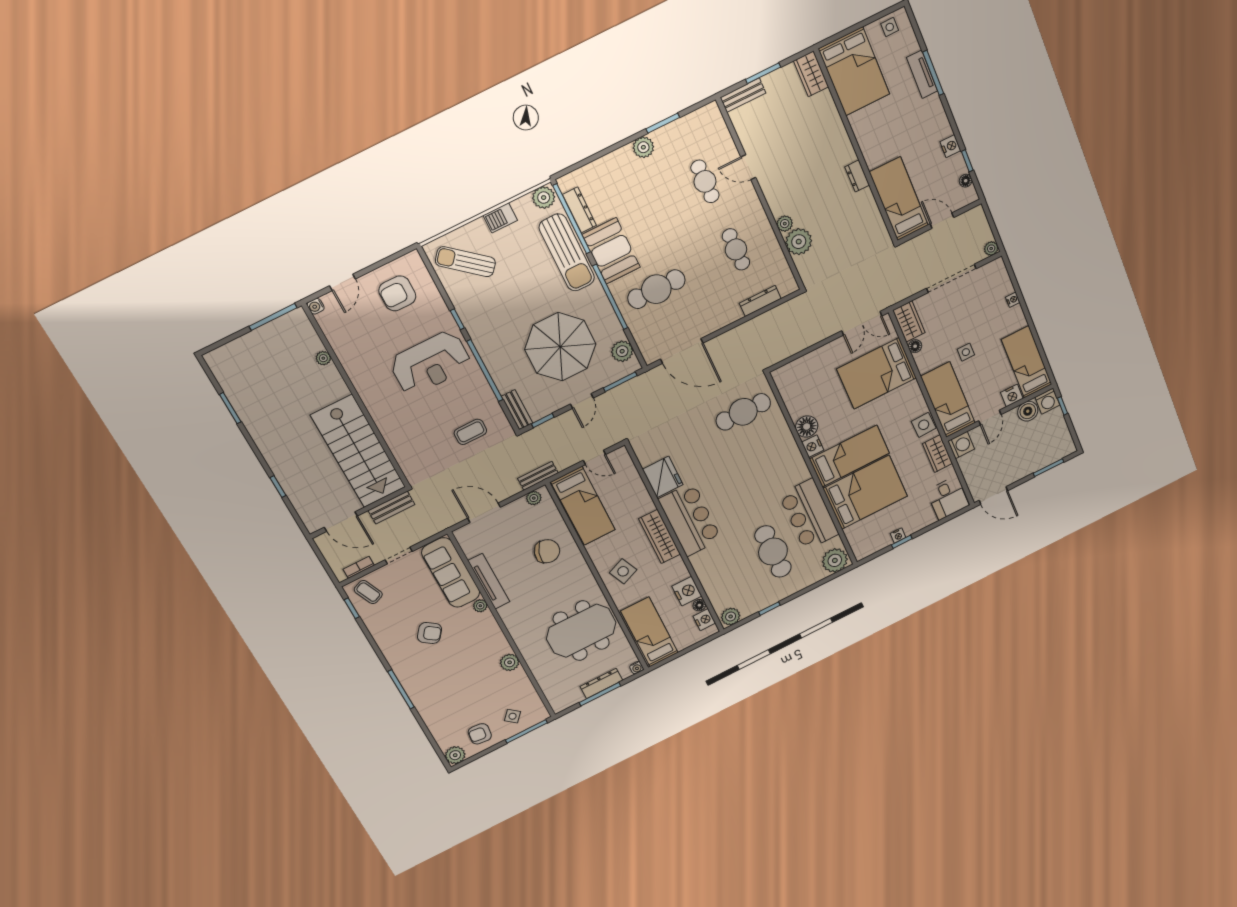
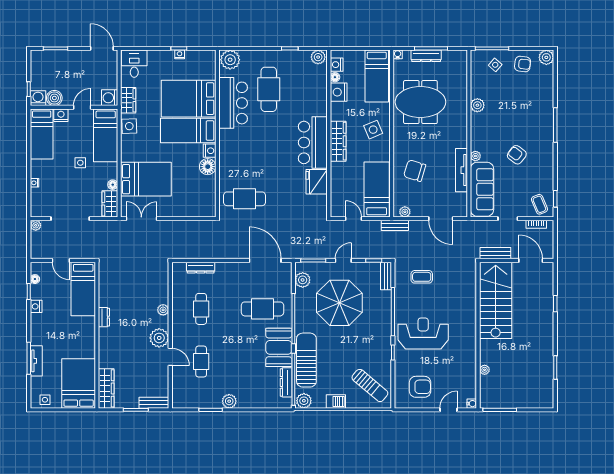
wardrobe: (811, 74) -> (106, 388), width x1.50
plant: (799, 242) -> (159, 338), moved

